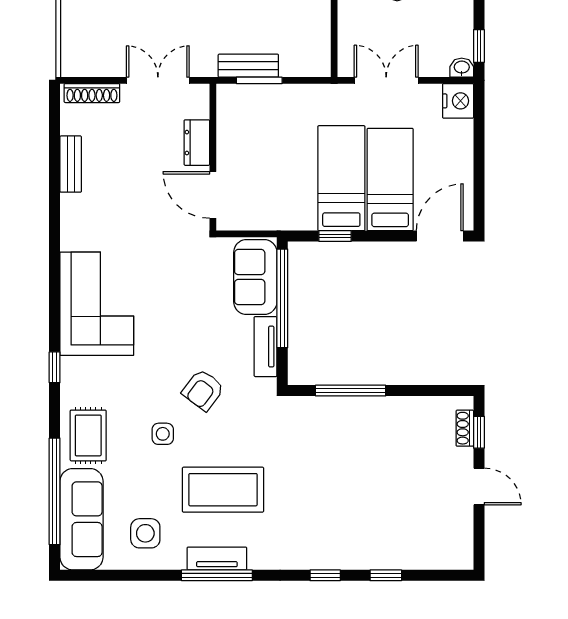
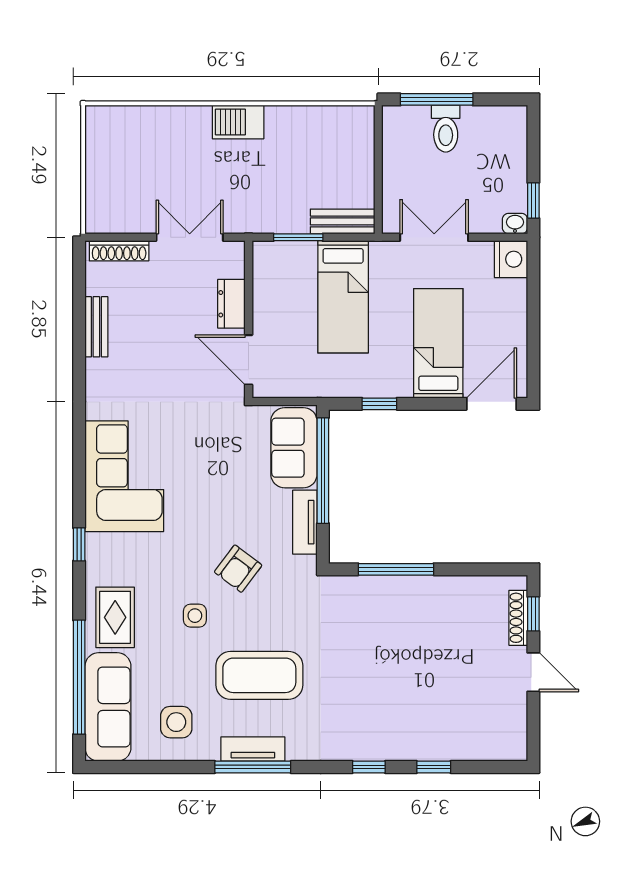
bench: (248, 66) -> (343, 221), moved
bed: (341, 178) -> (343, 297), moved, turned 180
shoe rack: (465, 428) -> (518, 618), width x1.43

